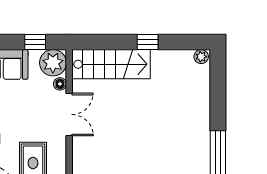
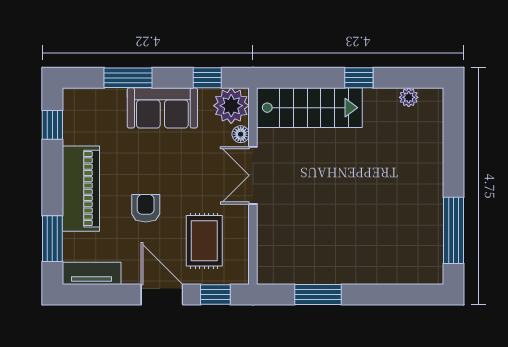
plant: (201, 57) -> (409, 97), moved
double door: (69, 114) -> (253, 175), swing flipped

